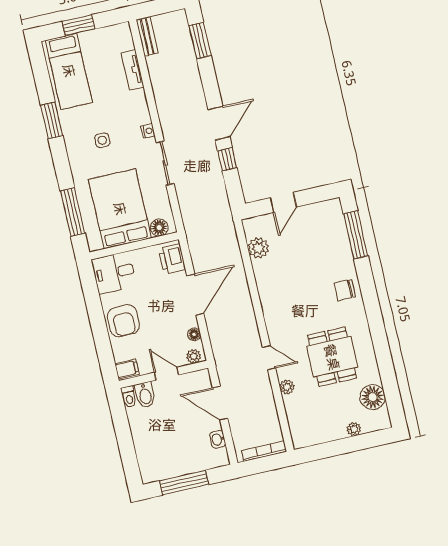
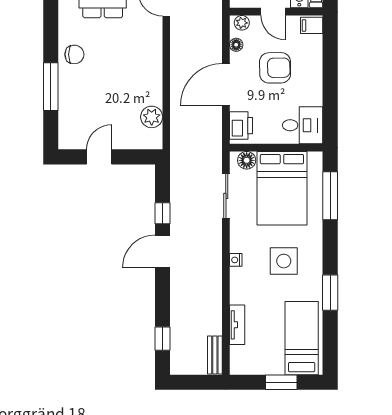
window: (200, 41) -> (163, 339), width x0.67
side table: (102, 140) -> (284, 261), width x1.87, depth x1.87
sliding door: (165, 163) -> (226, 196), moved
door: (283, 202) -> (99, 157), moved
window: (356, 235) -> (51, 87), moved
armchair: (123, 321) -> (275, 68), moved, turned 89

